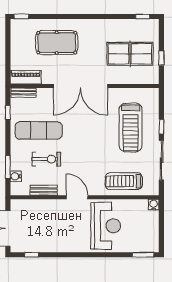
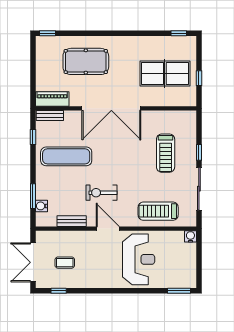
treadmill: (131, 127) -> (166, 153), width x0.73, depth x0.73
exercise bike: (46, 159) -> (102, 193), moved, turned 180
coffee table: (37, 229) -> (65, 263), added

